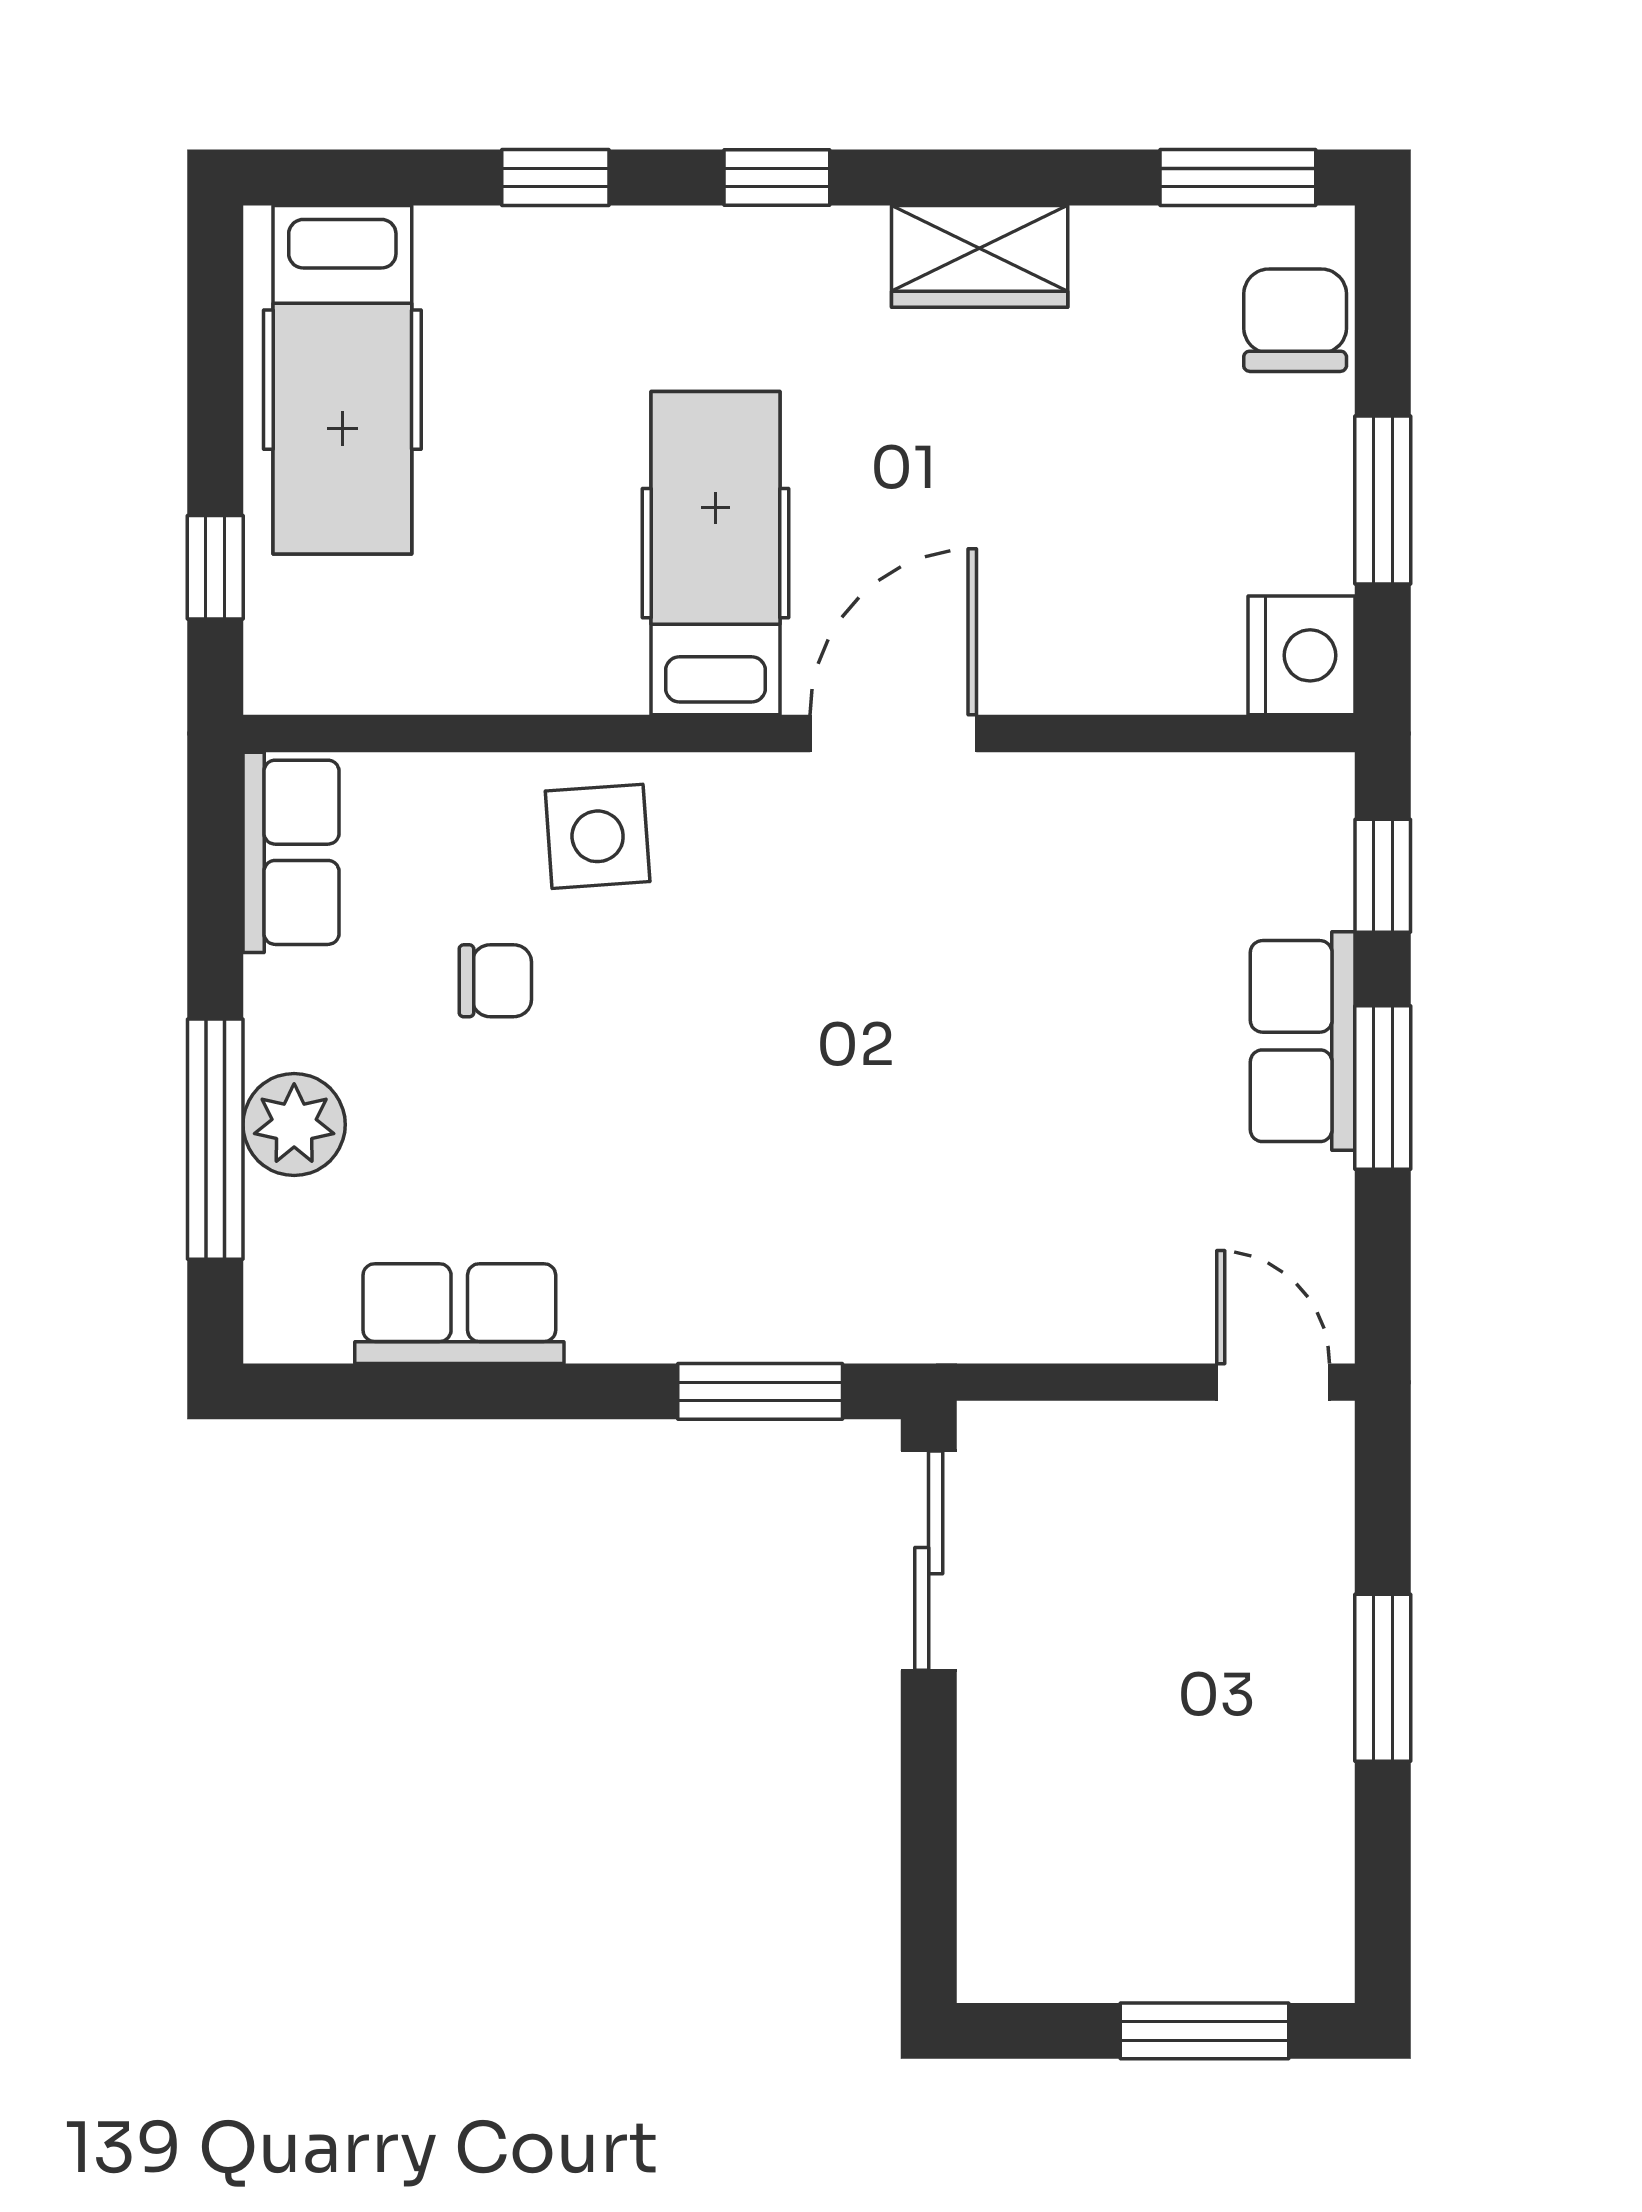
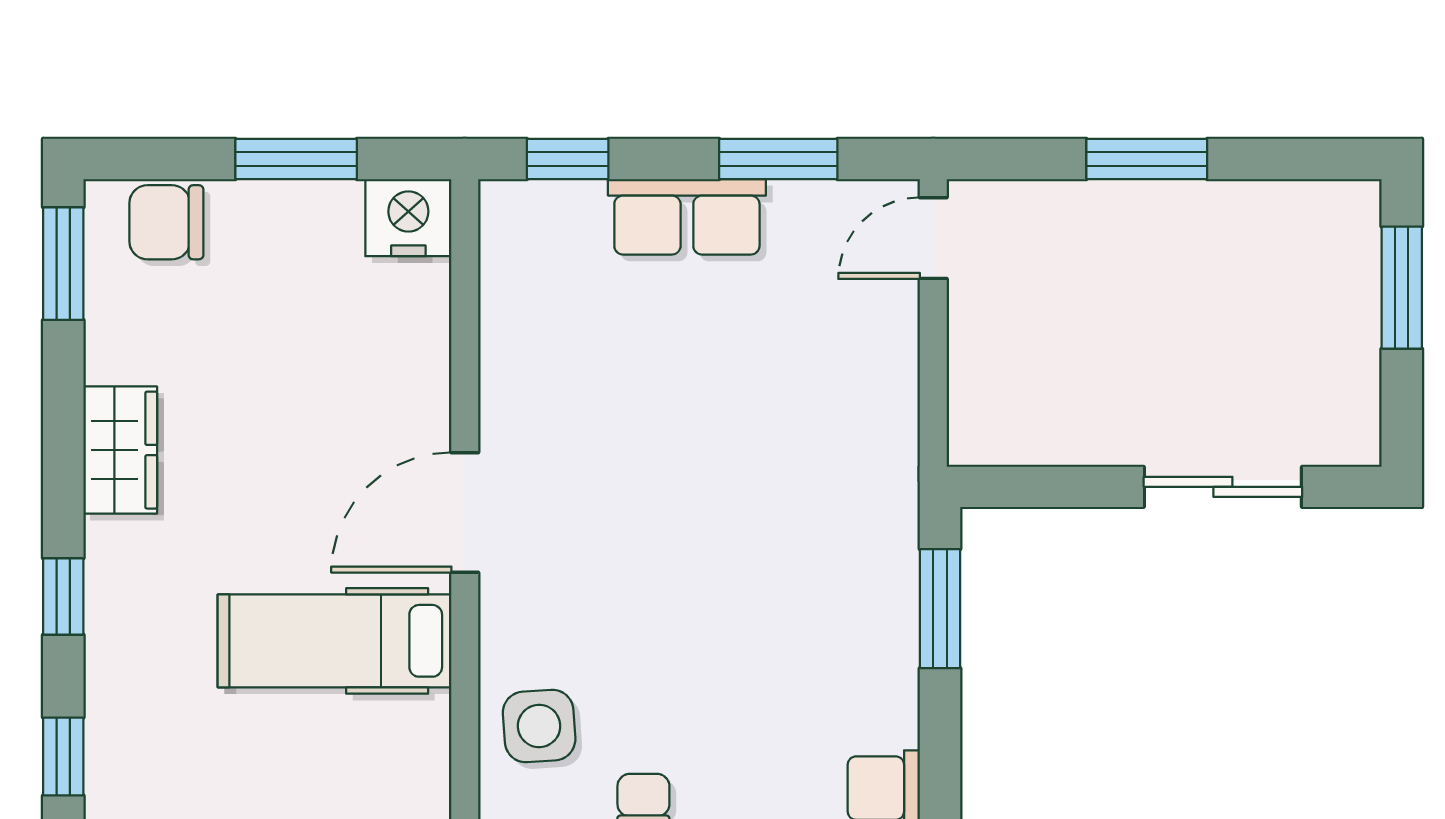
door: (893, 734) -> (465, 512), hinge flipped
window: (1383, 1087) -> (778, 159), moved
sliding door: (929, 1561) -> (1223, 487), moved

